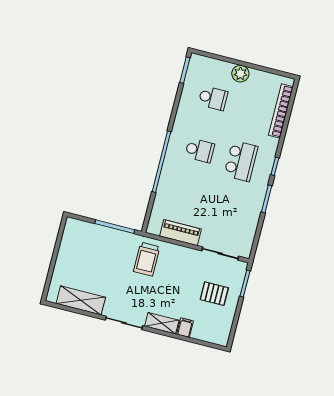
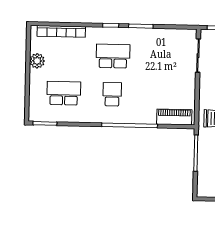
plant: (240, 74) -> (37, 61), moved
school desk: (213, 98) -> (64, 93), width x1.85
piano: (180, 233) -> (174, 117), moved, turned 90

